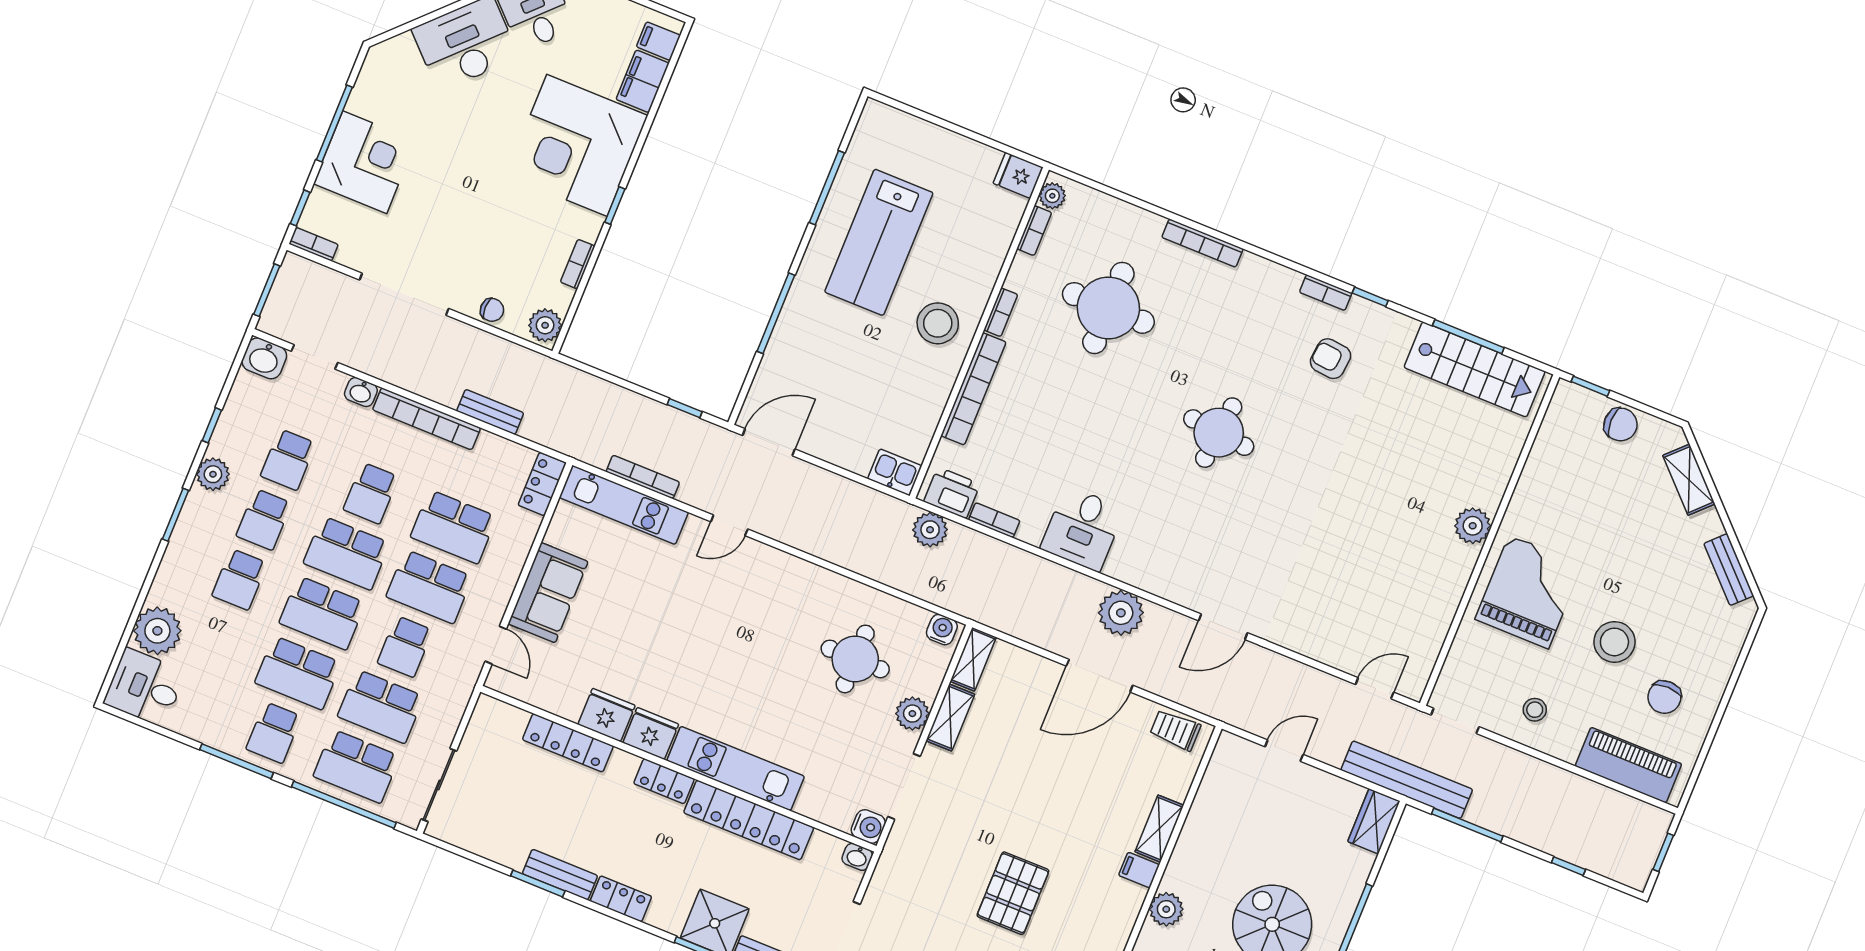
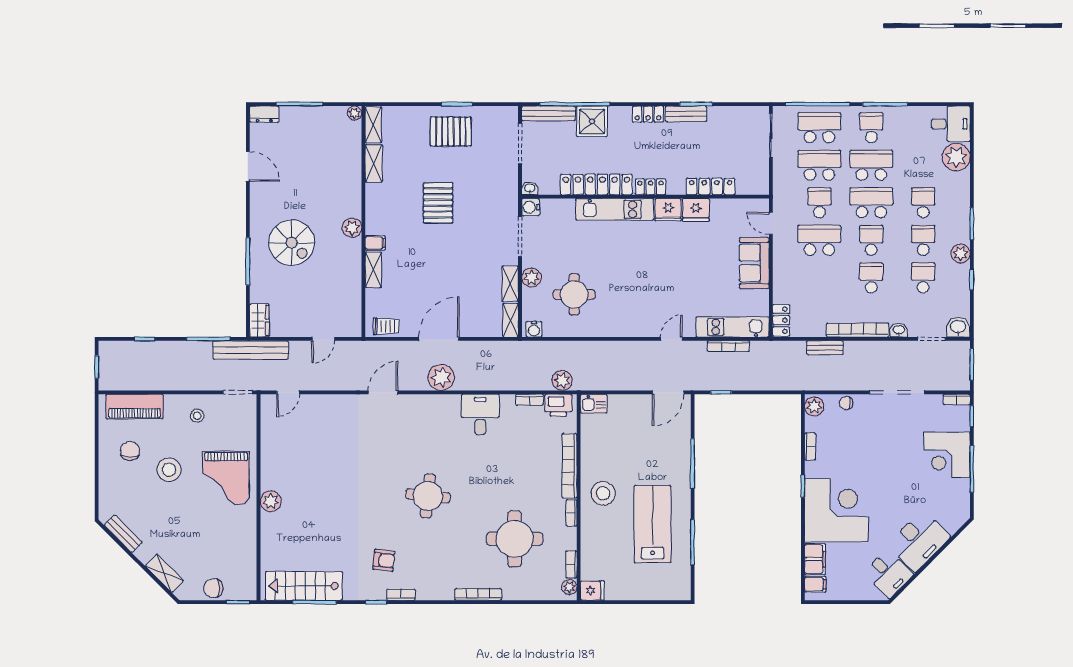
school desk: (454, 527) -> (819, 278), removed
school desk: (347, 553) -> (871, 240), width x0.54

